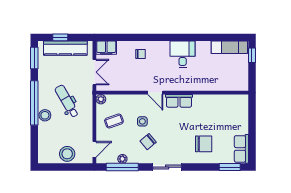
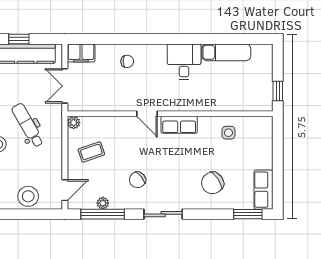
exam couch: (229, 47) -> (226, 52), moved
window: (252, 55) -> (278, 91), moved
double door: (94, 72) -> (65, 86), swing flipped
side table: (142, 121) -> (228, 133), moved
chair: (204, 144) -> (212, 183), turned 145

